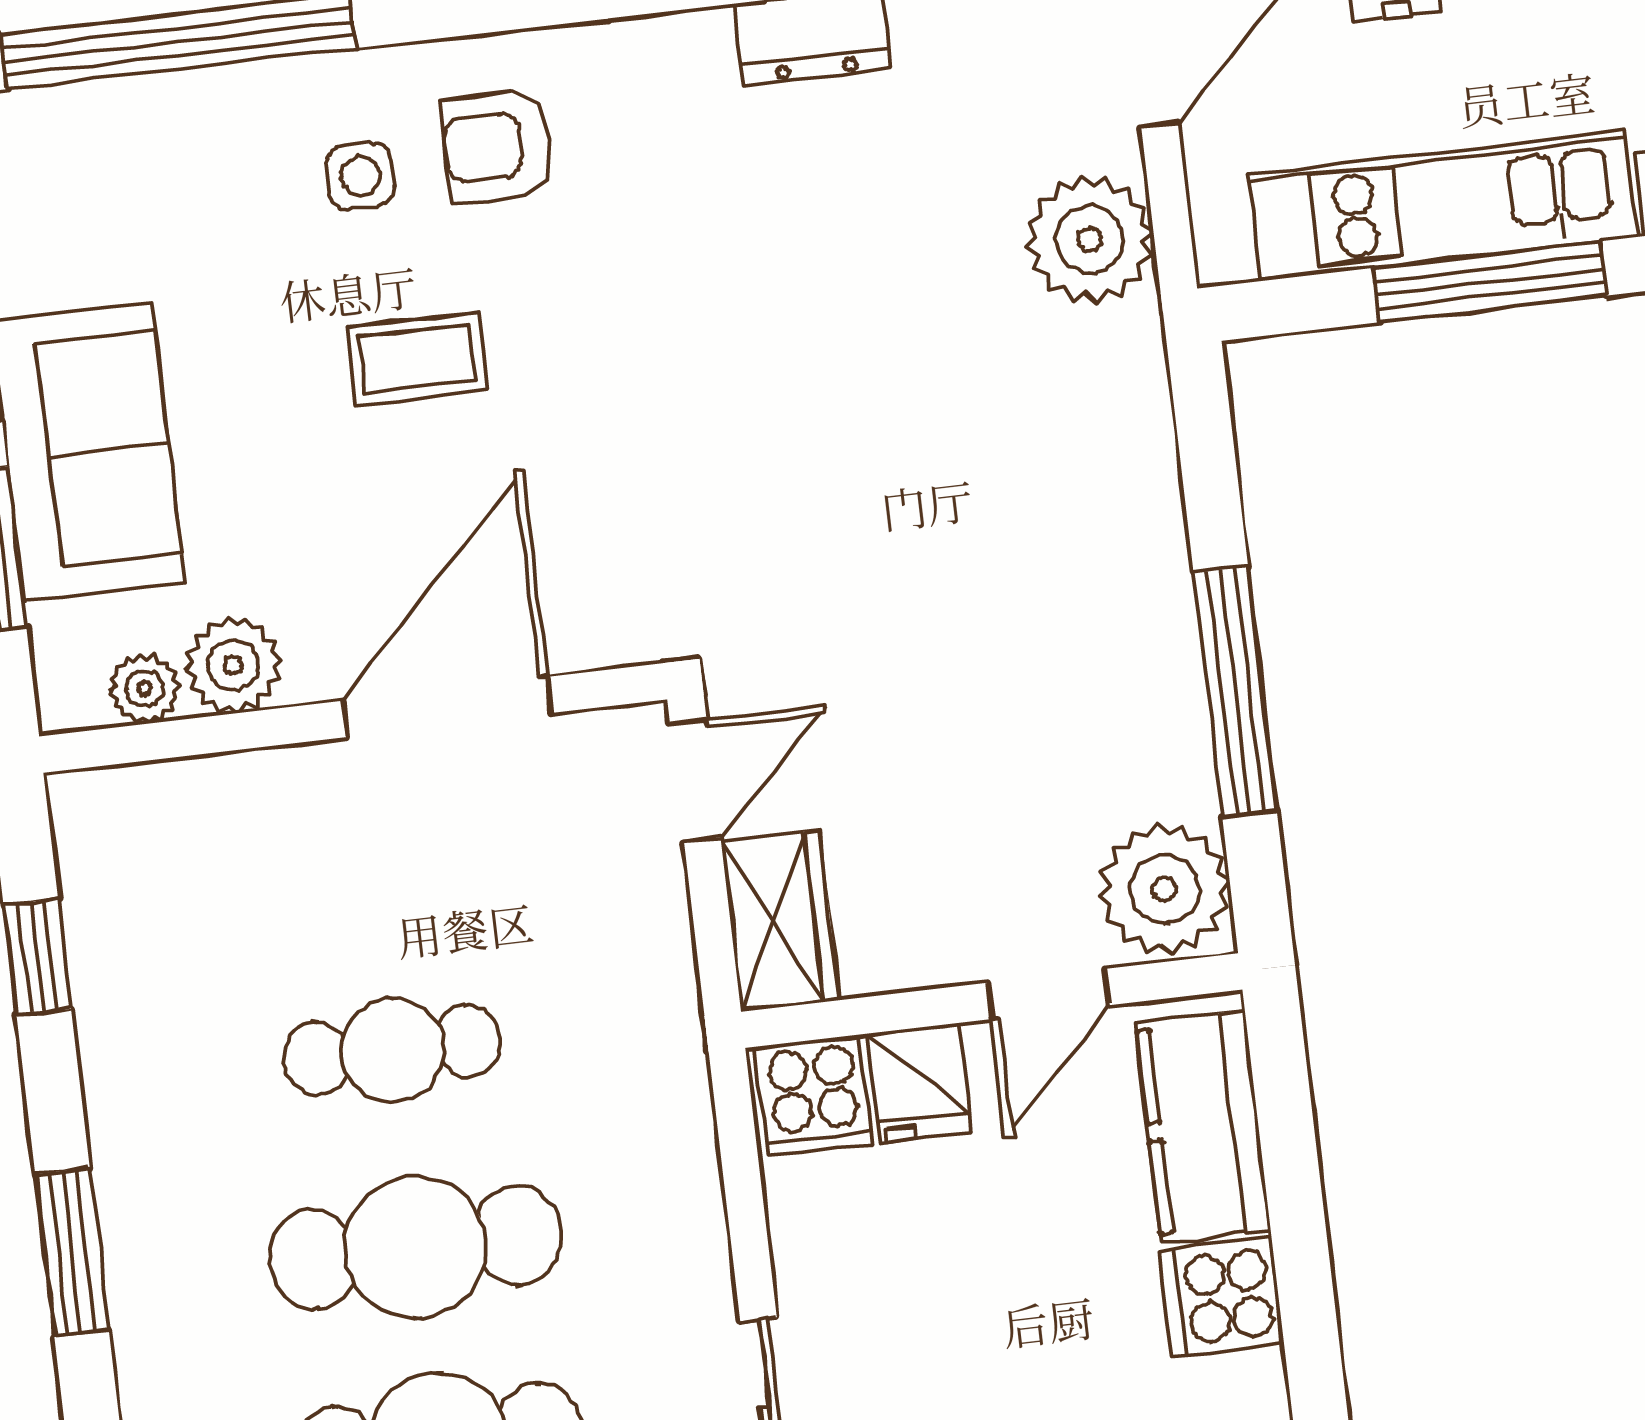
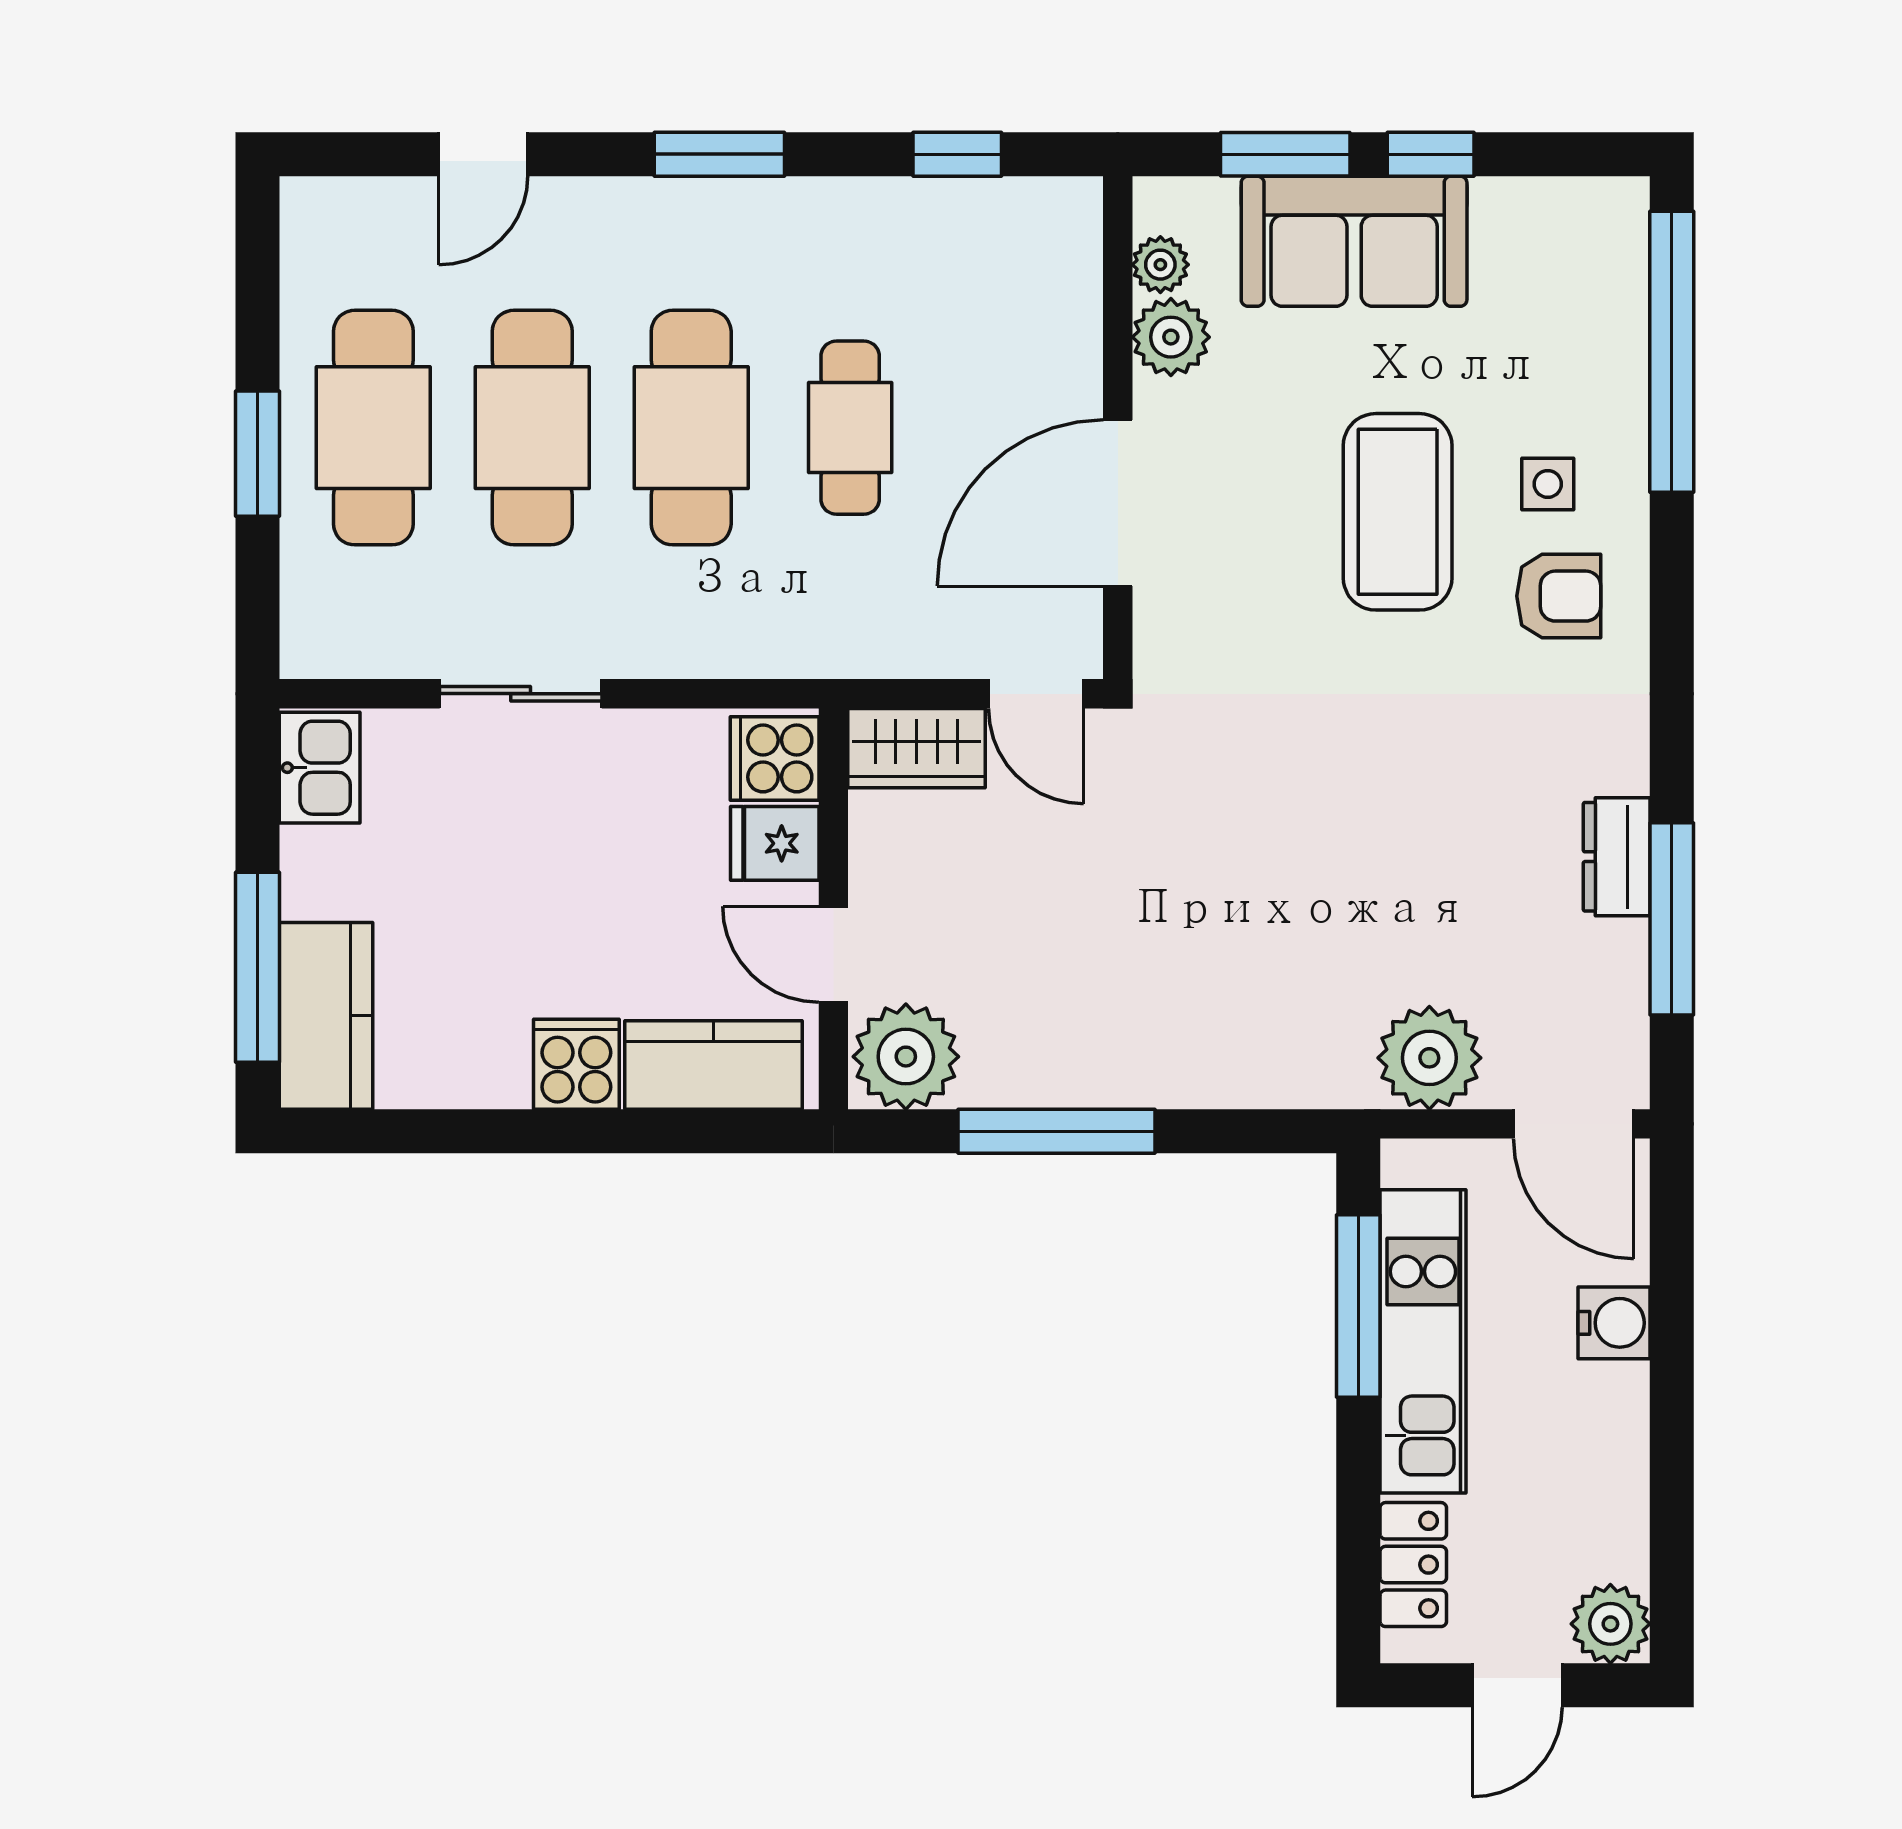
armchair: (498, 146) -> (1559, 596), turned 90
window: (1490, 282) -> (1358, 1306), moved
coffee table: (417, 358) -> (1398, 512), width x1.86, depth x1.72
door: (447, 707) -> (1118, 503), swing flipped

